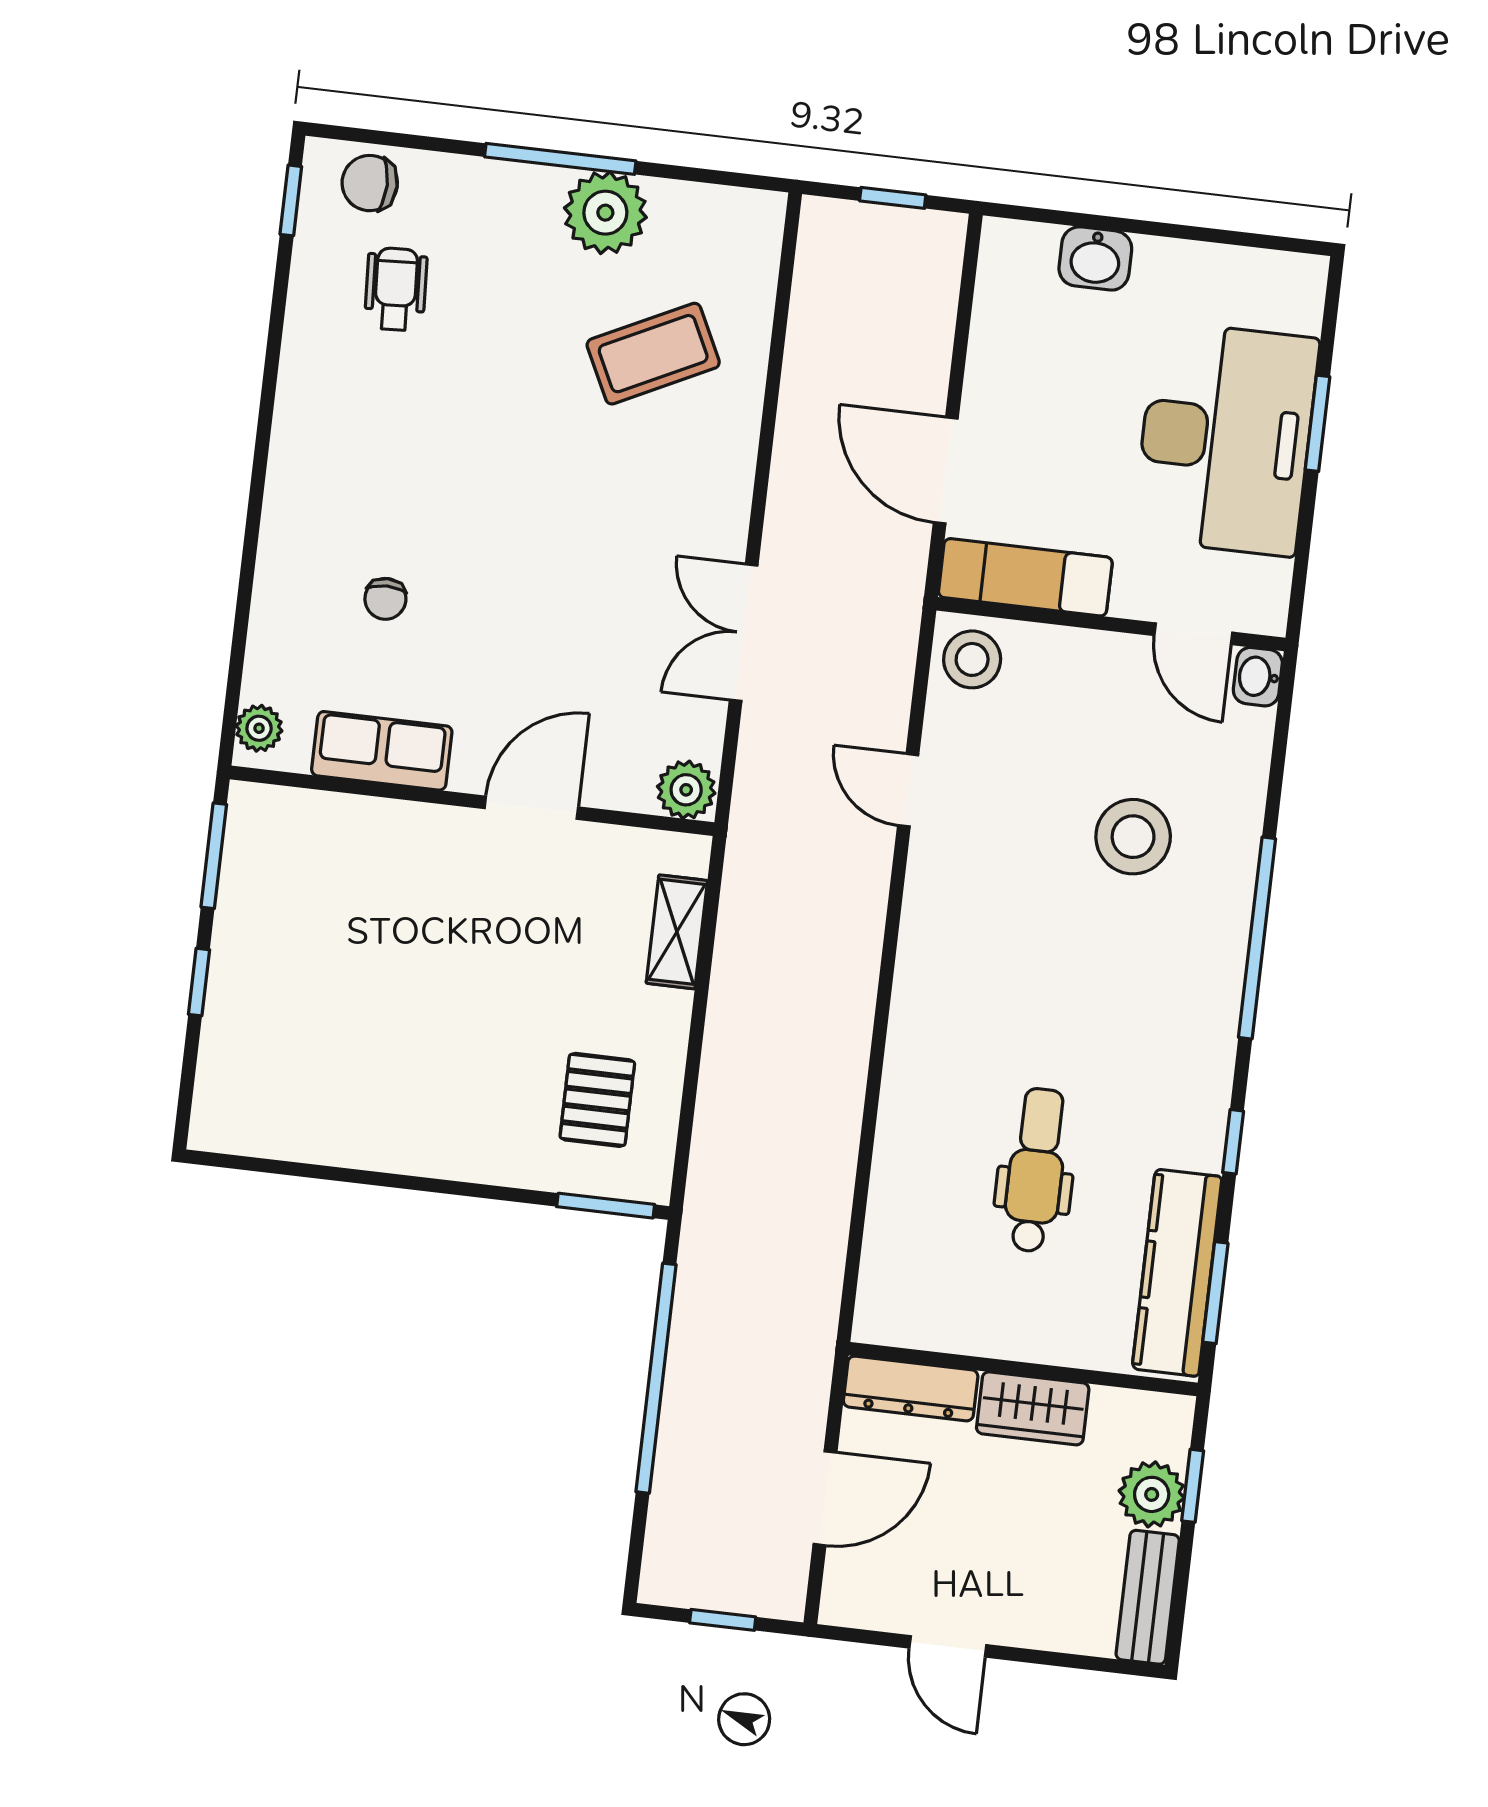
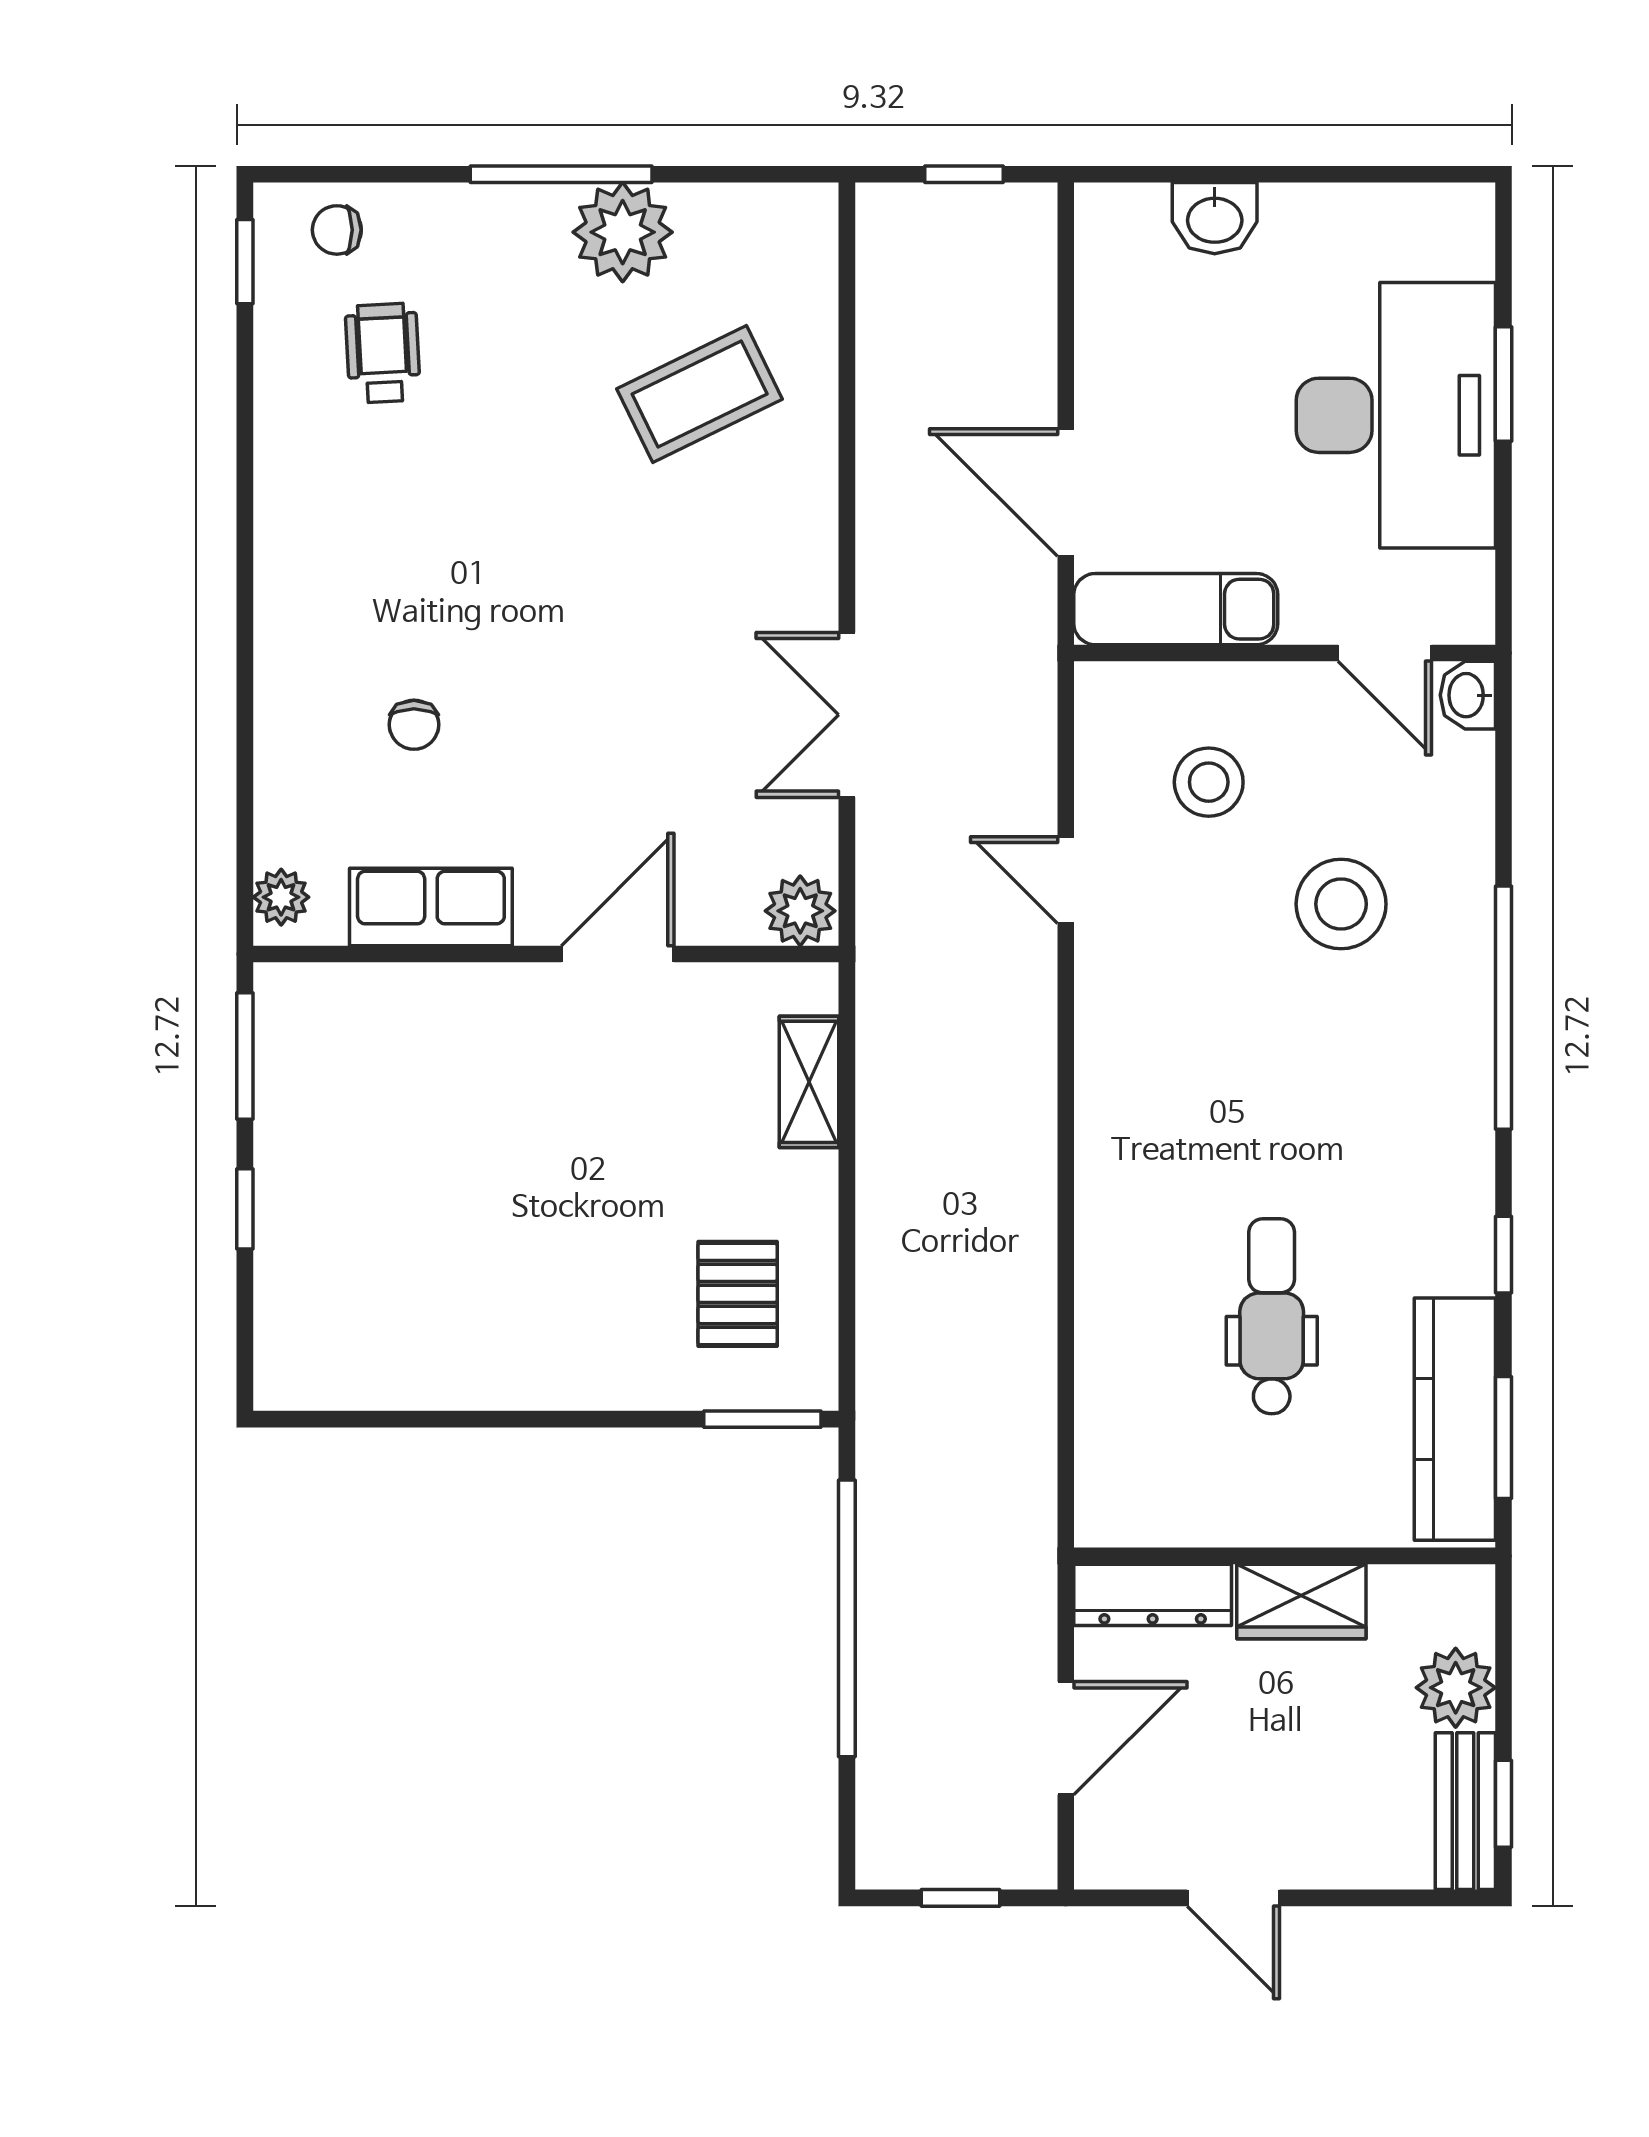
chair: (370, 183) -> (337, 230), width x0.73, depth x0.73
stool: (972, 659) -> (1209, 782), moved
window: (1193, 1486) -> (1503, 1804), moved

